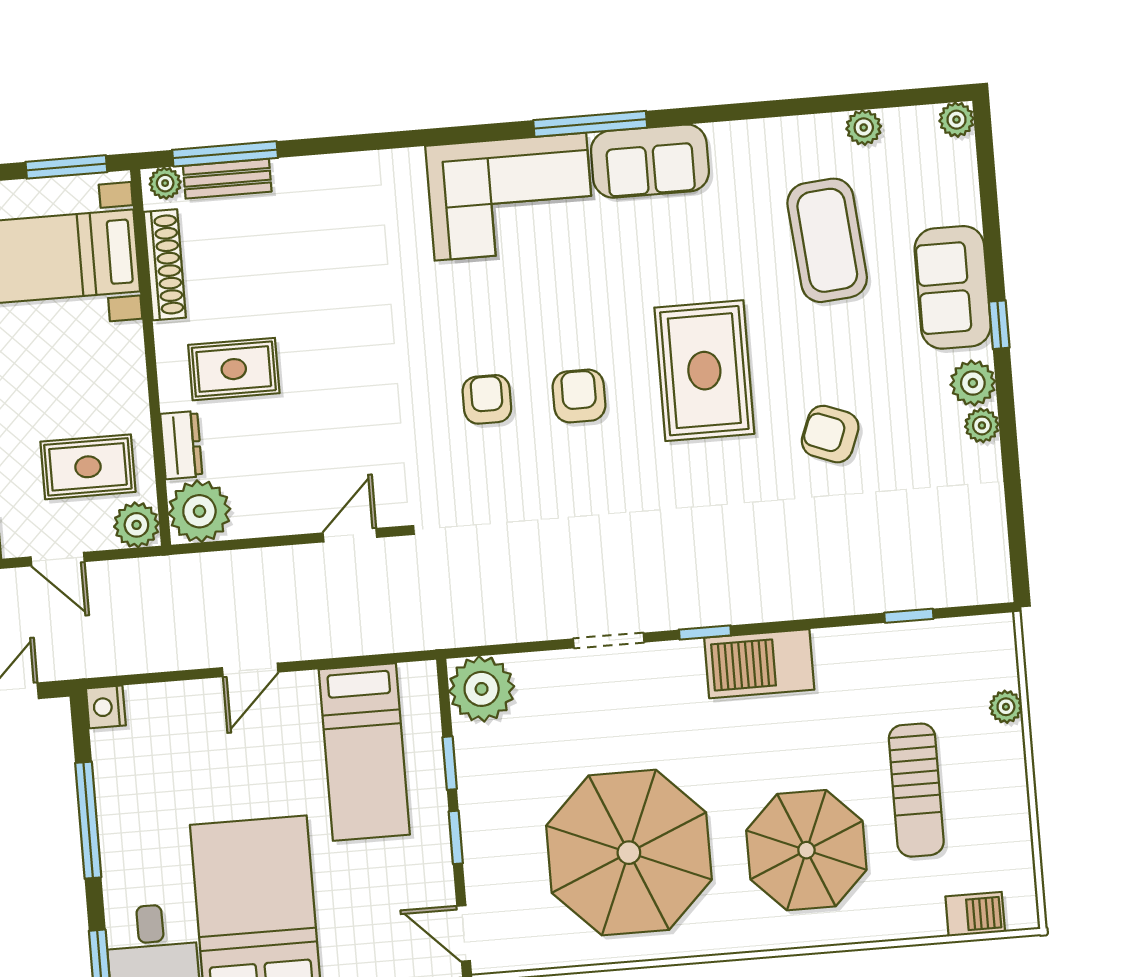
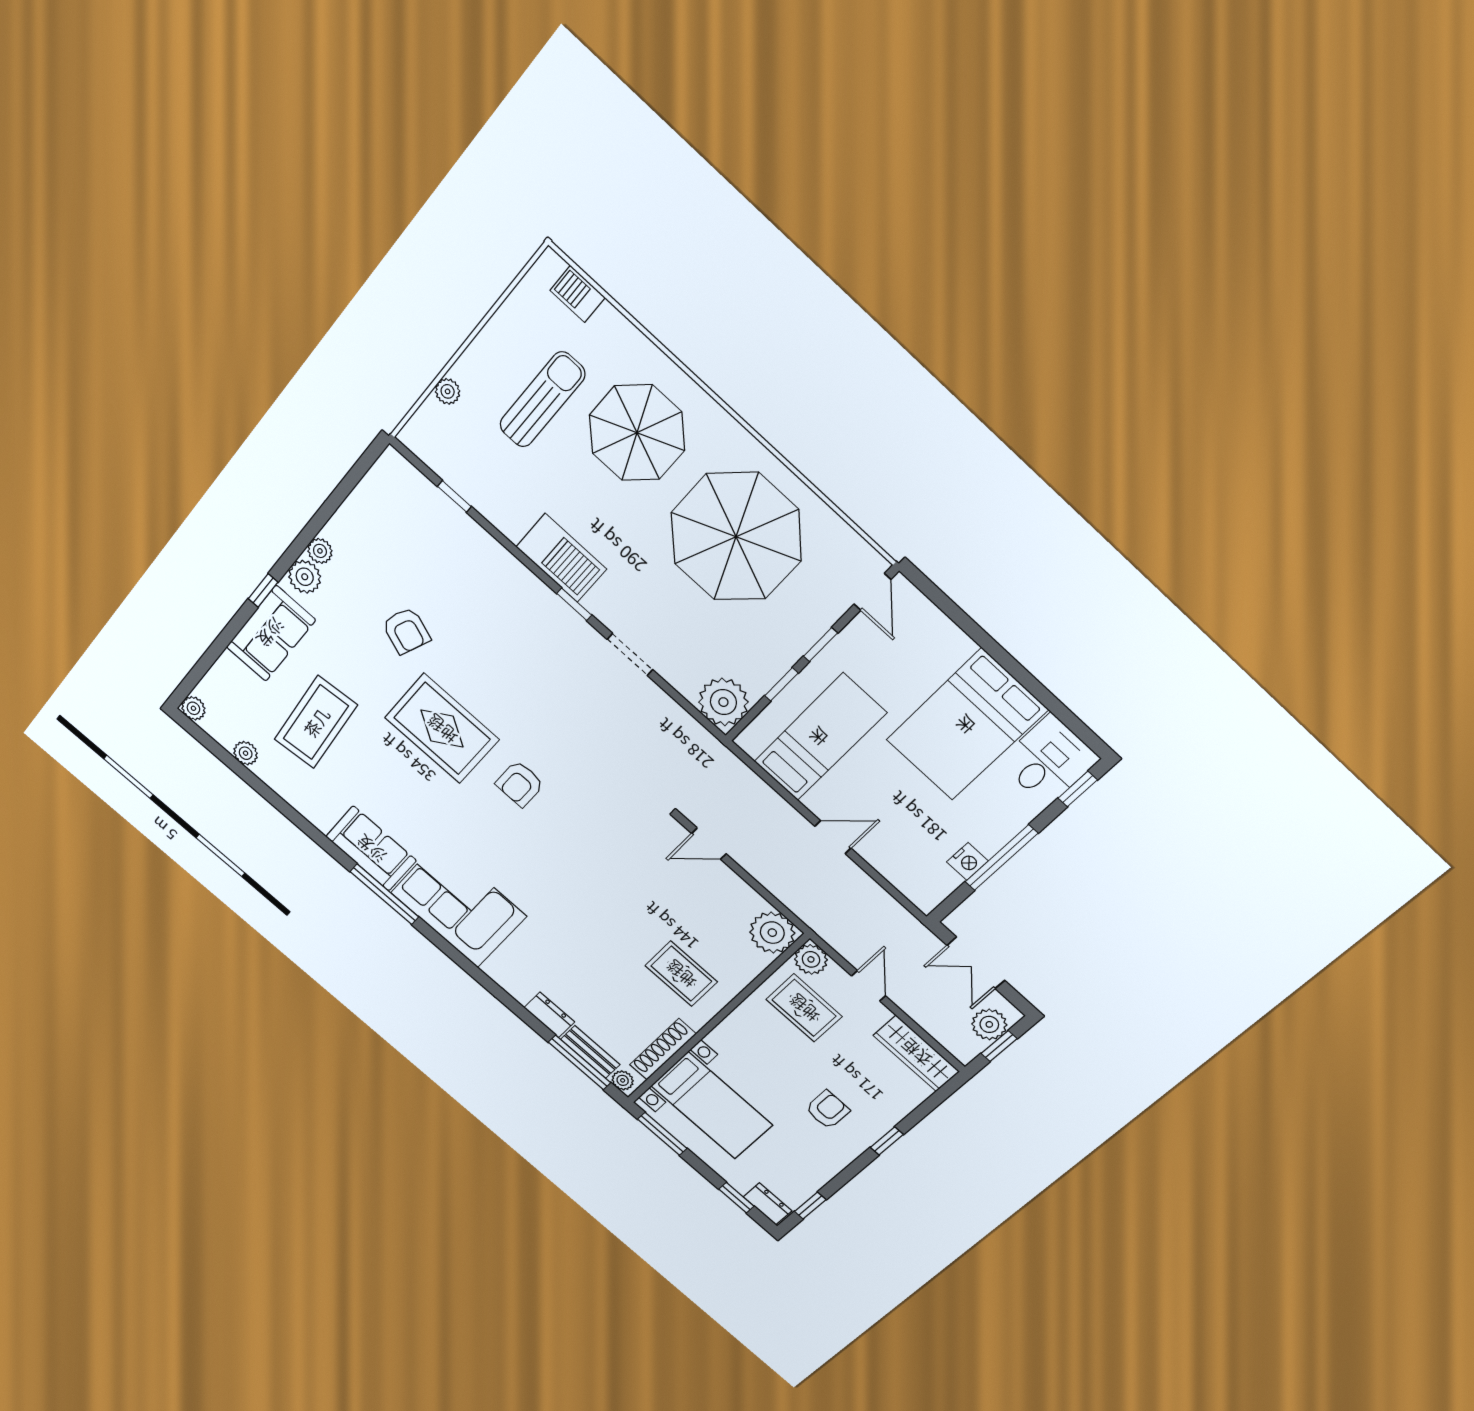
rug: (704, 371) -> (442, 729), turned 90
armchair: (487, 399) -> (569, 831), removed
dresser: (181, 445) -> (549, 1015), moved, turned 90
nightstand: (106, 707) -> (967, 861), moved

